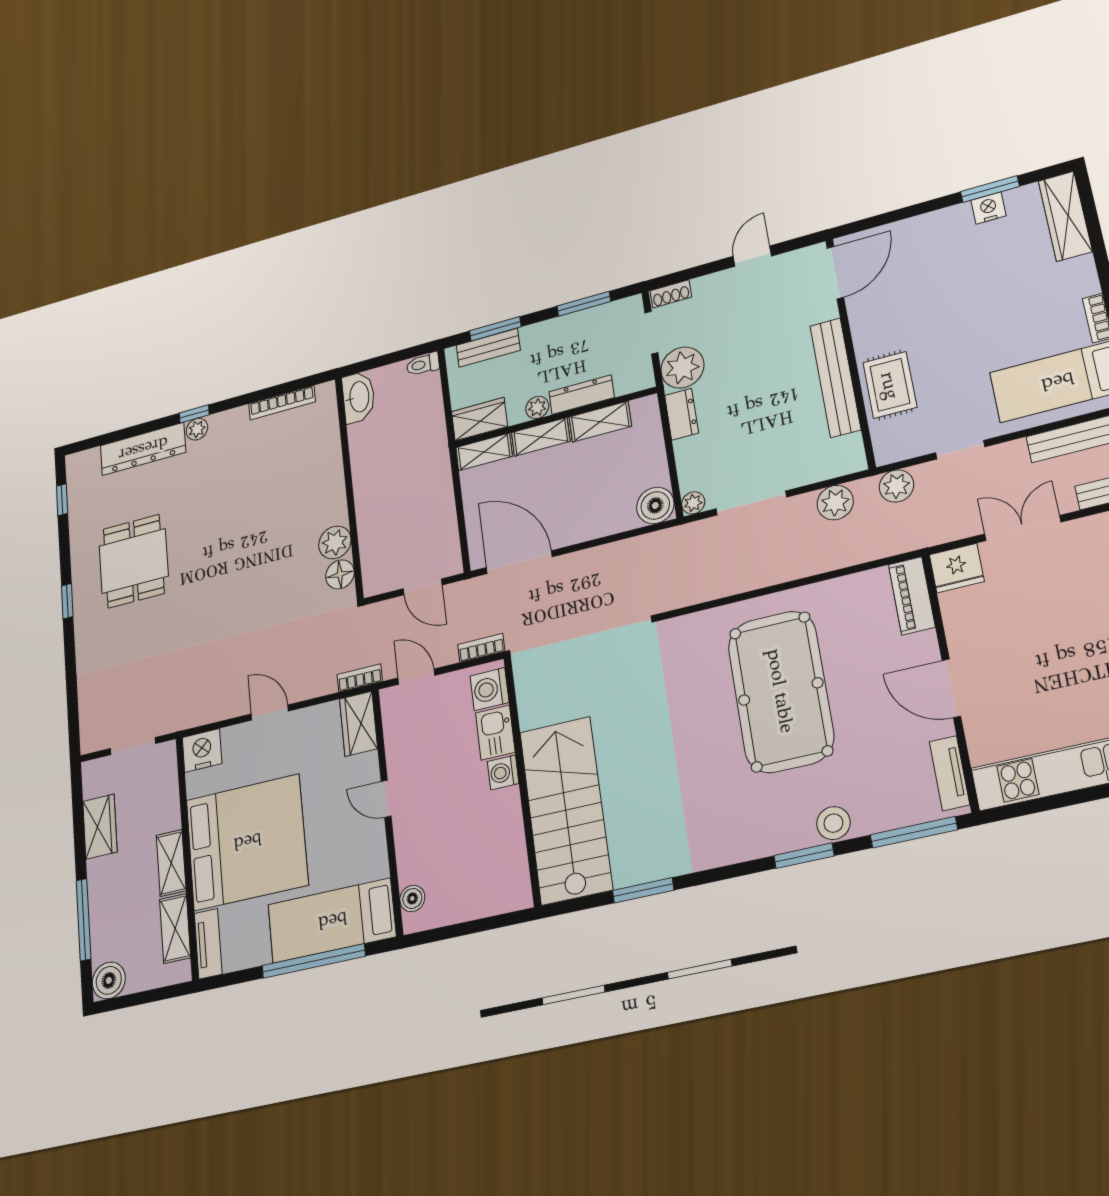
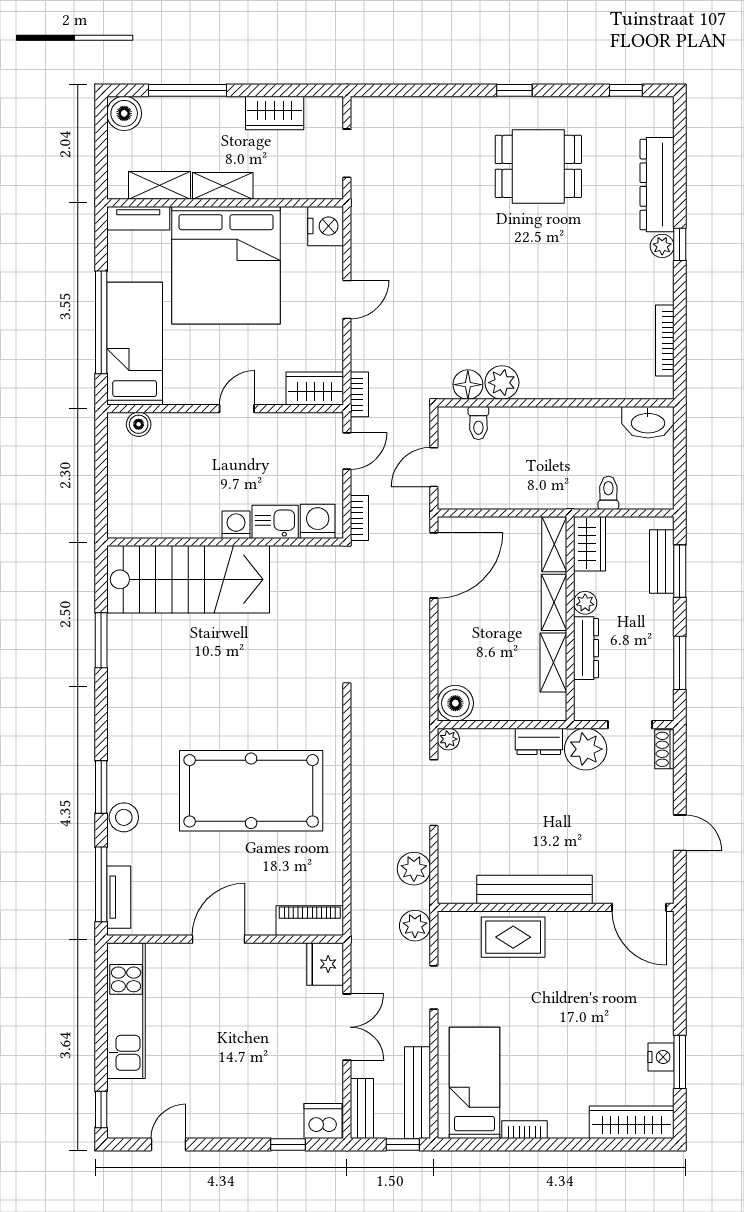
toilet: (423, 364) -> (608, 493), moved
toilet: (376, 555) -> (478, 423), added
tv unit: (950, 773) -> (119, 897), moved, turned 90

